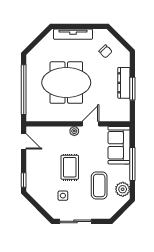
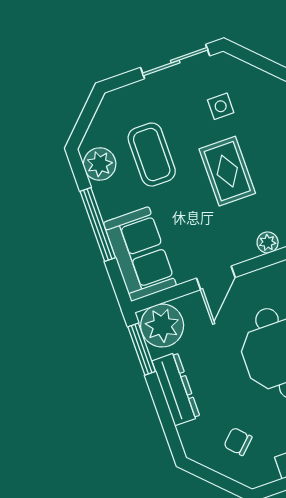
window: (132, 89) -> (142, 349), moved
plant: (120, 112) -> (162, 326), added
plant: (74, 131) -> (268, 242), moved

